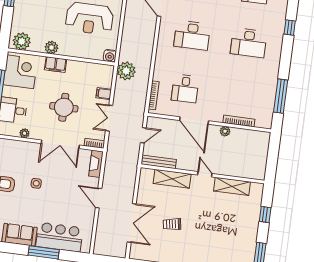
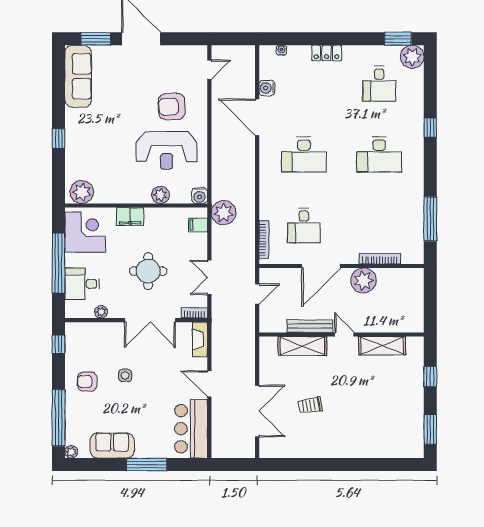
plant: (51, 48) -> (160, 195), moved
filing cabinet: (104, 94) -> (198, 225), moved
door: (194, 121) -> (321, 266), hinge flipped
plant: (225, 131) -> (363, 280), width x1.88, depth x1.88
bench: (159, 162) -> (310, 326), moved
bar counter: (59, 237) -> (191, 429), moved, turned -90

